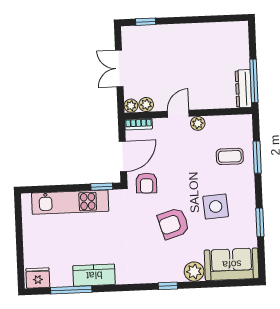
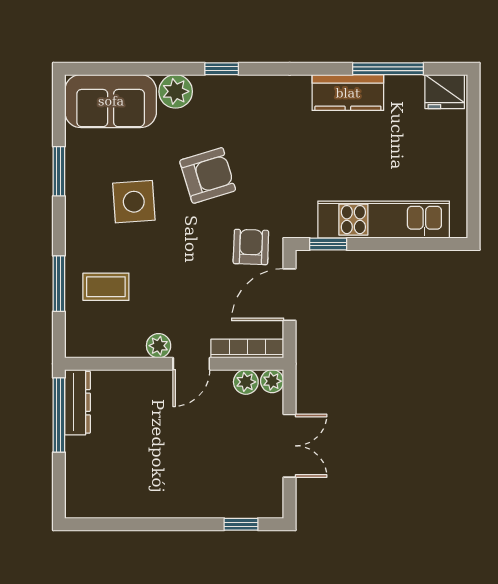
bookcase: (139, 124) -> (247, 349), width x1.56

